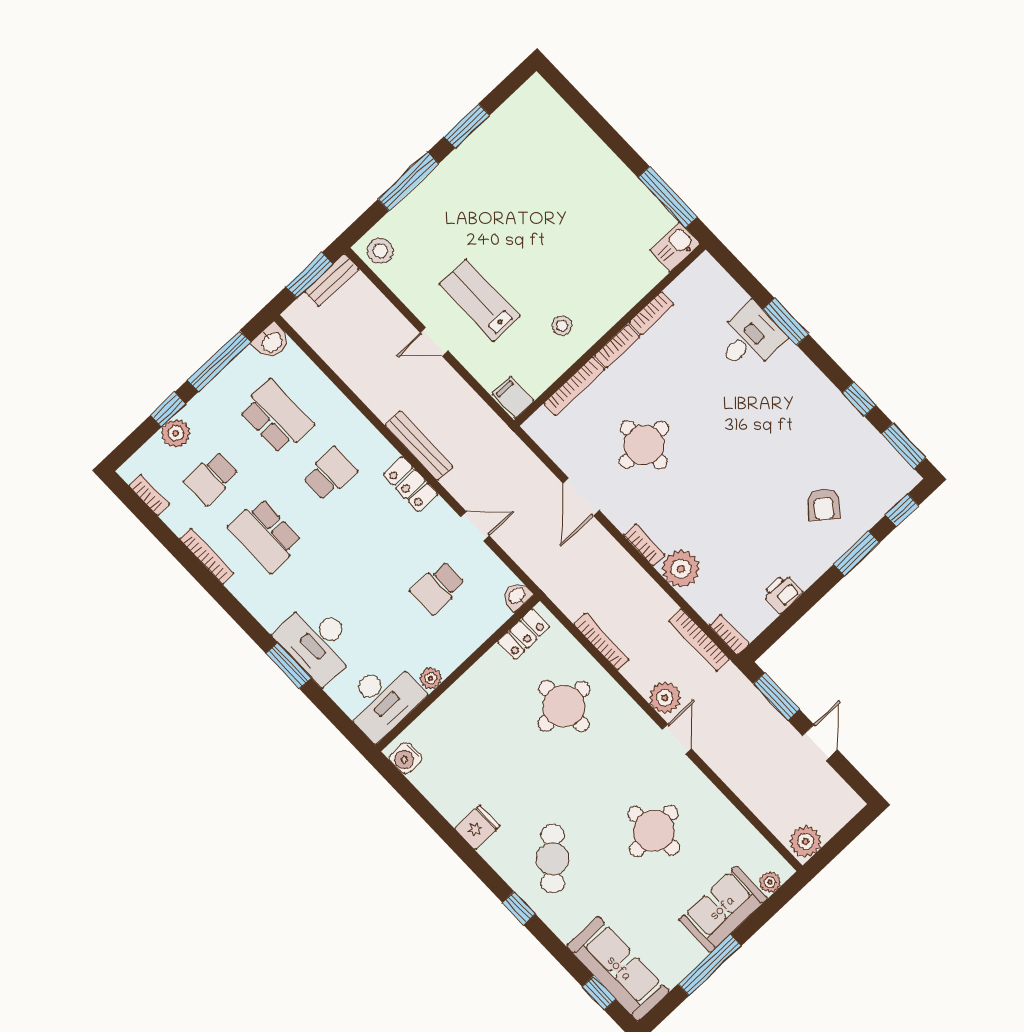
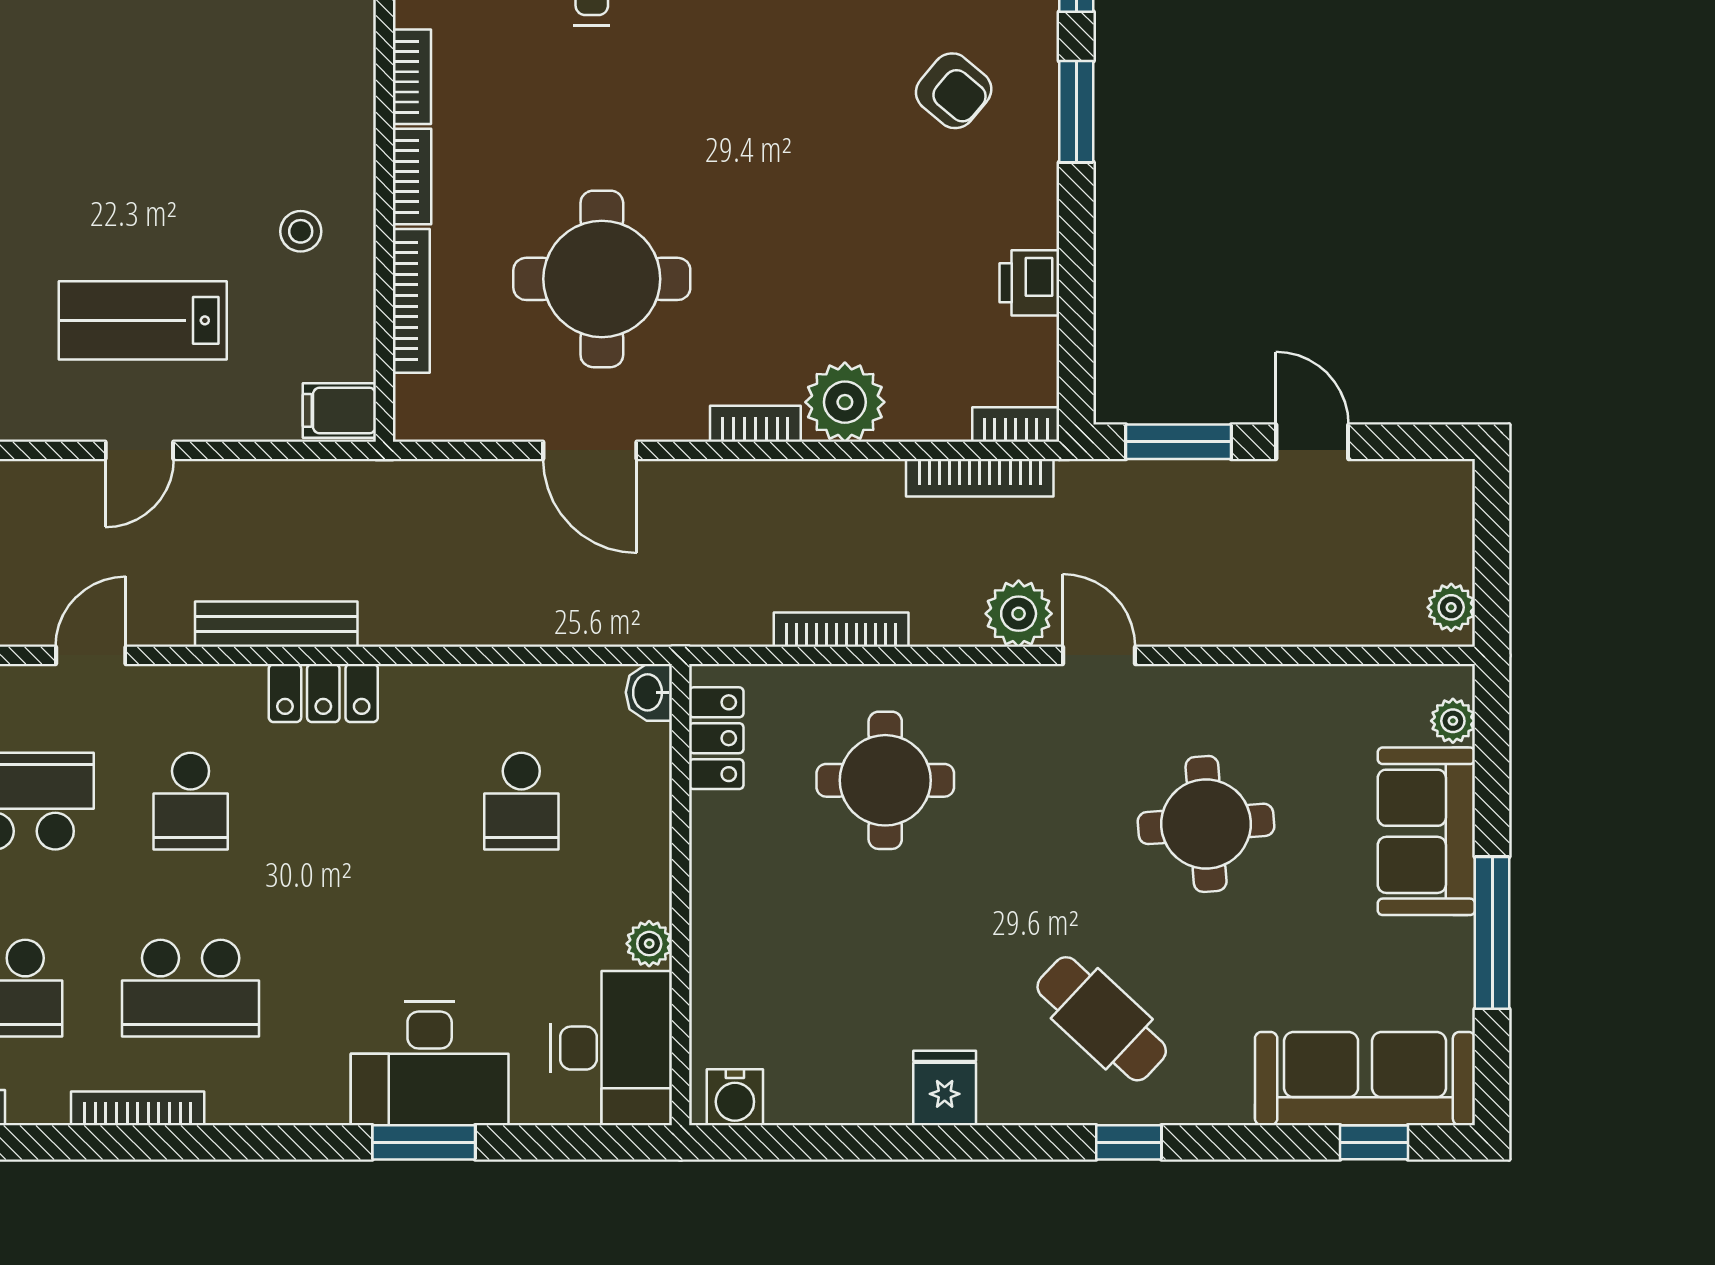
round table: (644, 445) -> (602, 279), width x1.36, depth x1.36
school desk: (330, 474) -> (191, 801), turned 180
door: (475, 526) -> (91, 655), moved
plant: (805, 841) -> (1451, 607), width x0.73, depth x0.73

